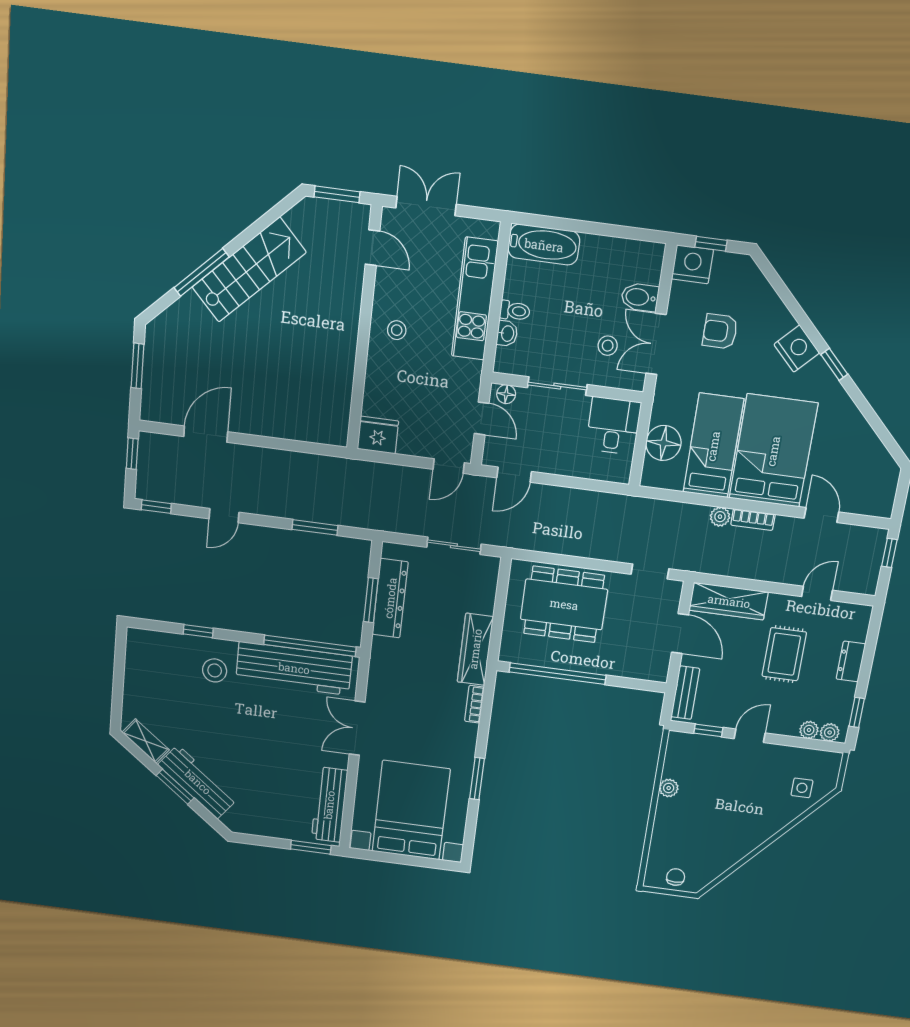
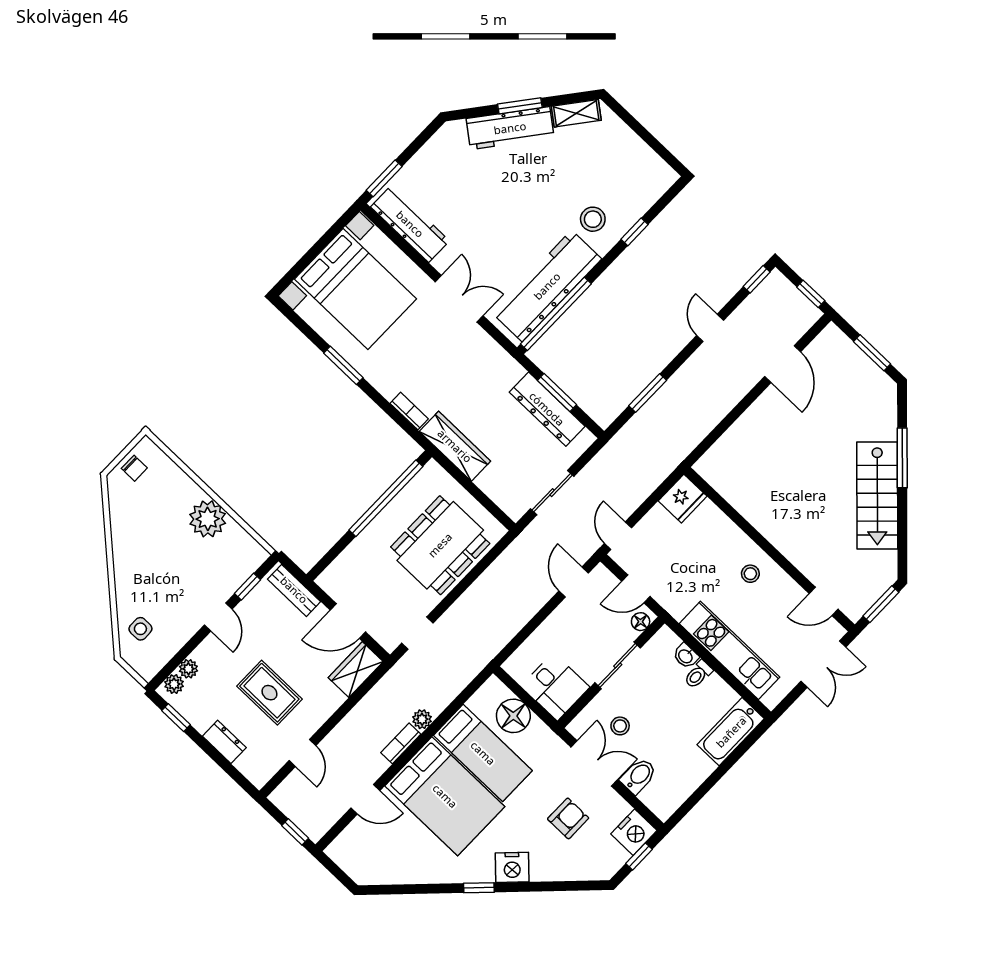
wardrobe: (729, 601) -> (356, 670), width x0.67
plant: (669, 788) -> (208, 519), width x1.88, depth x1.88

